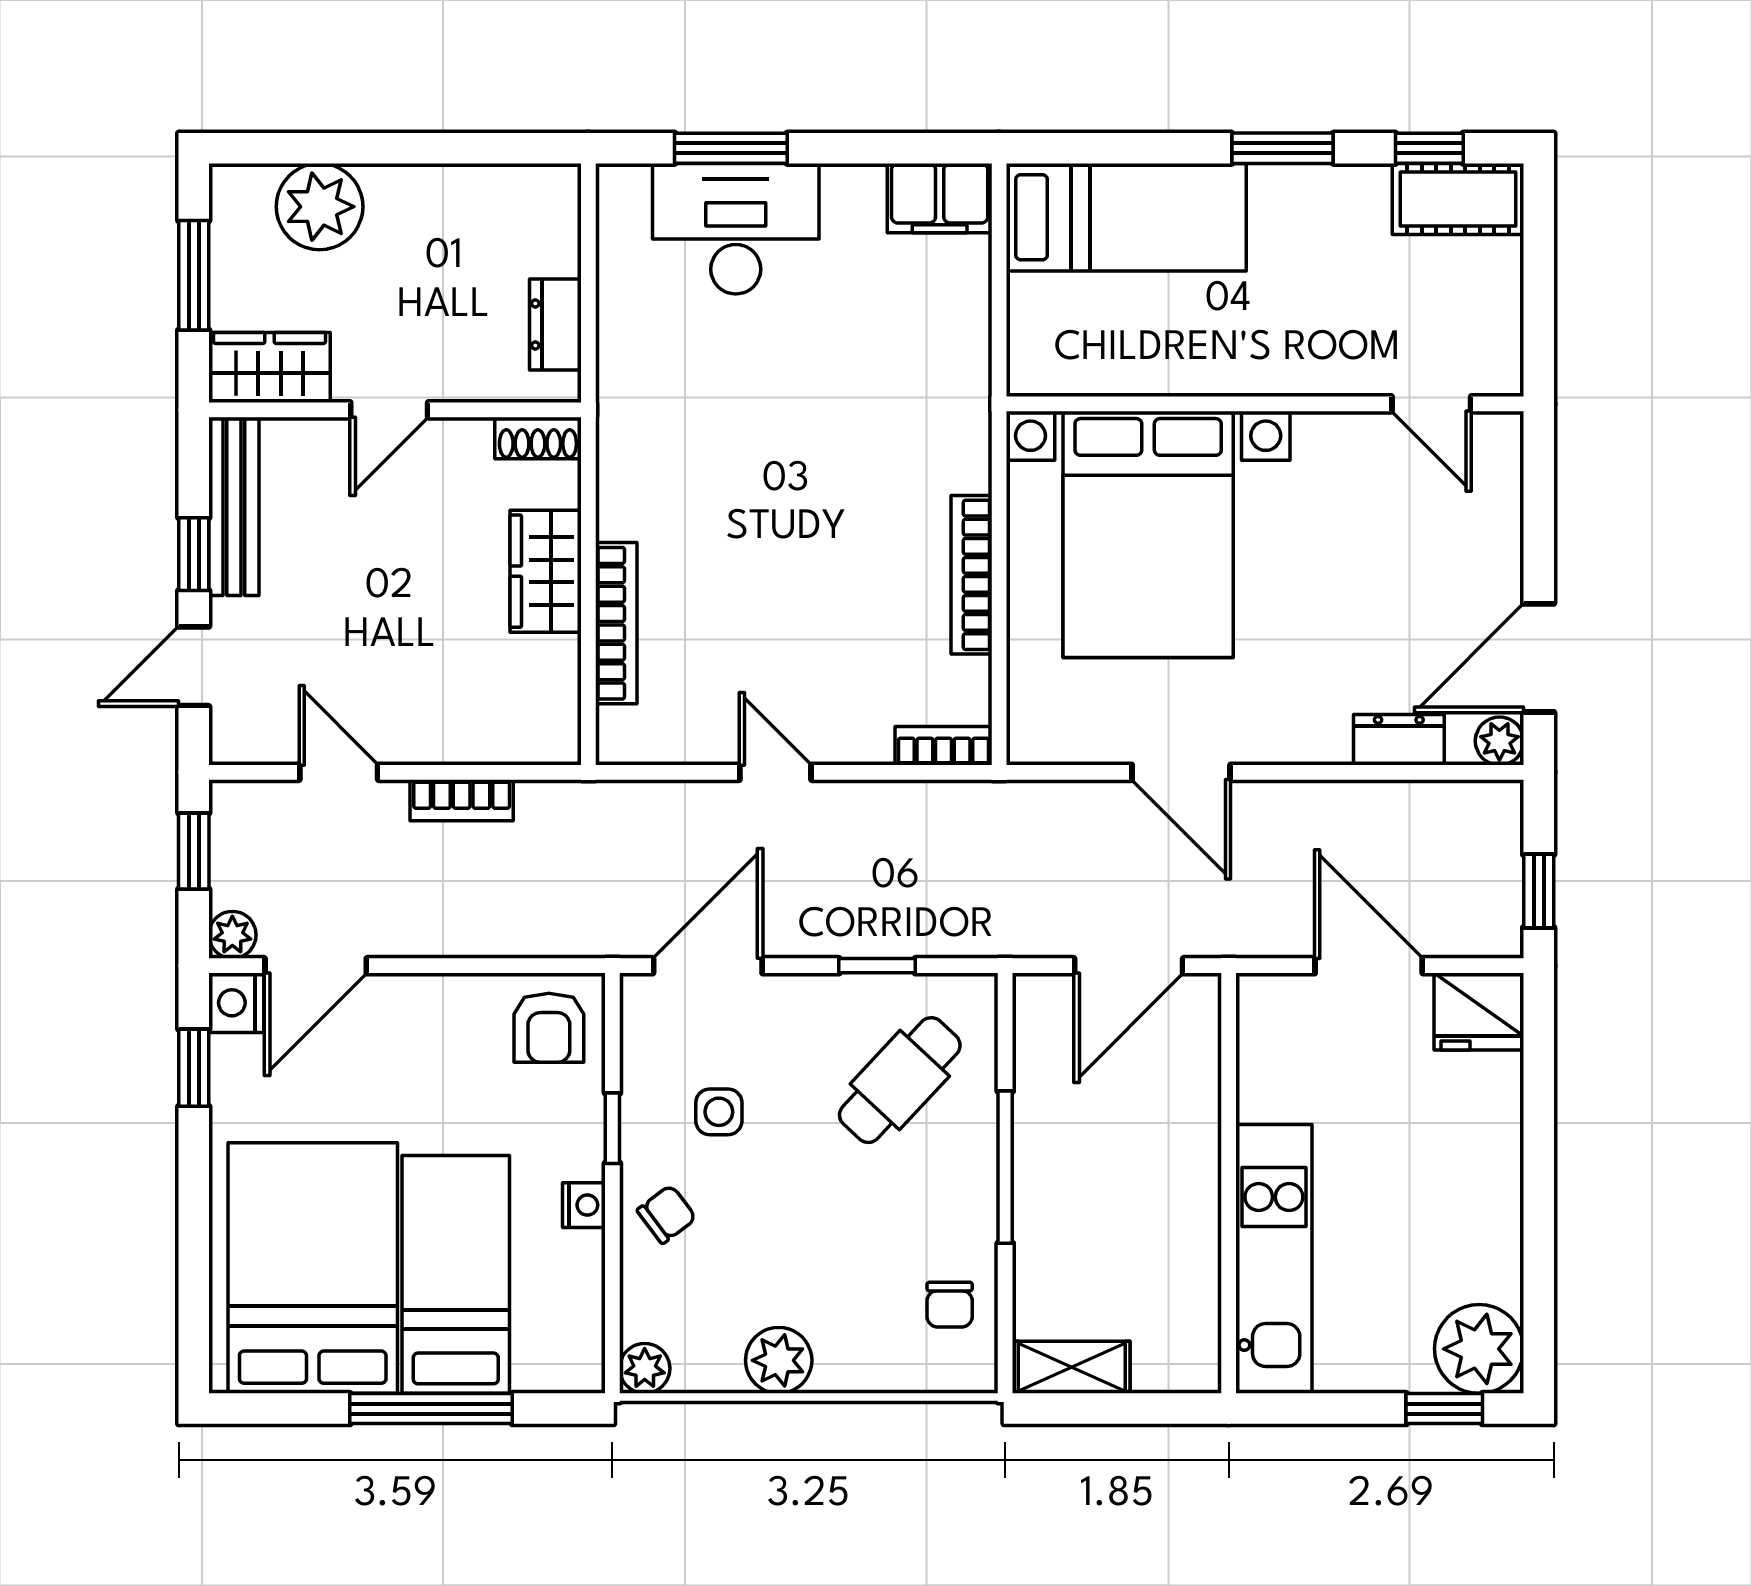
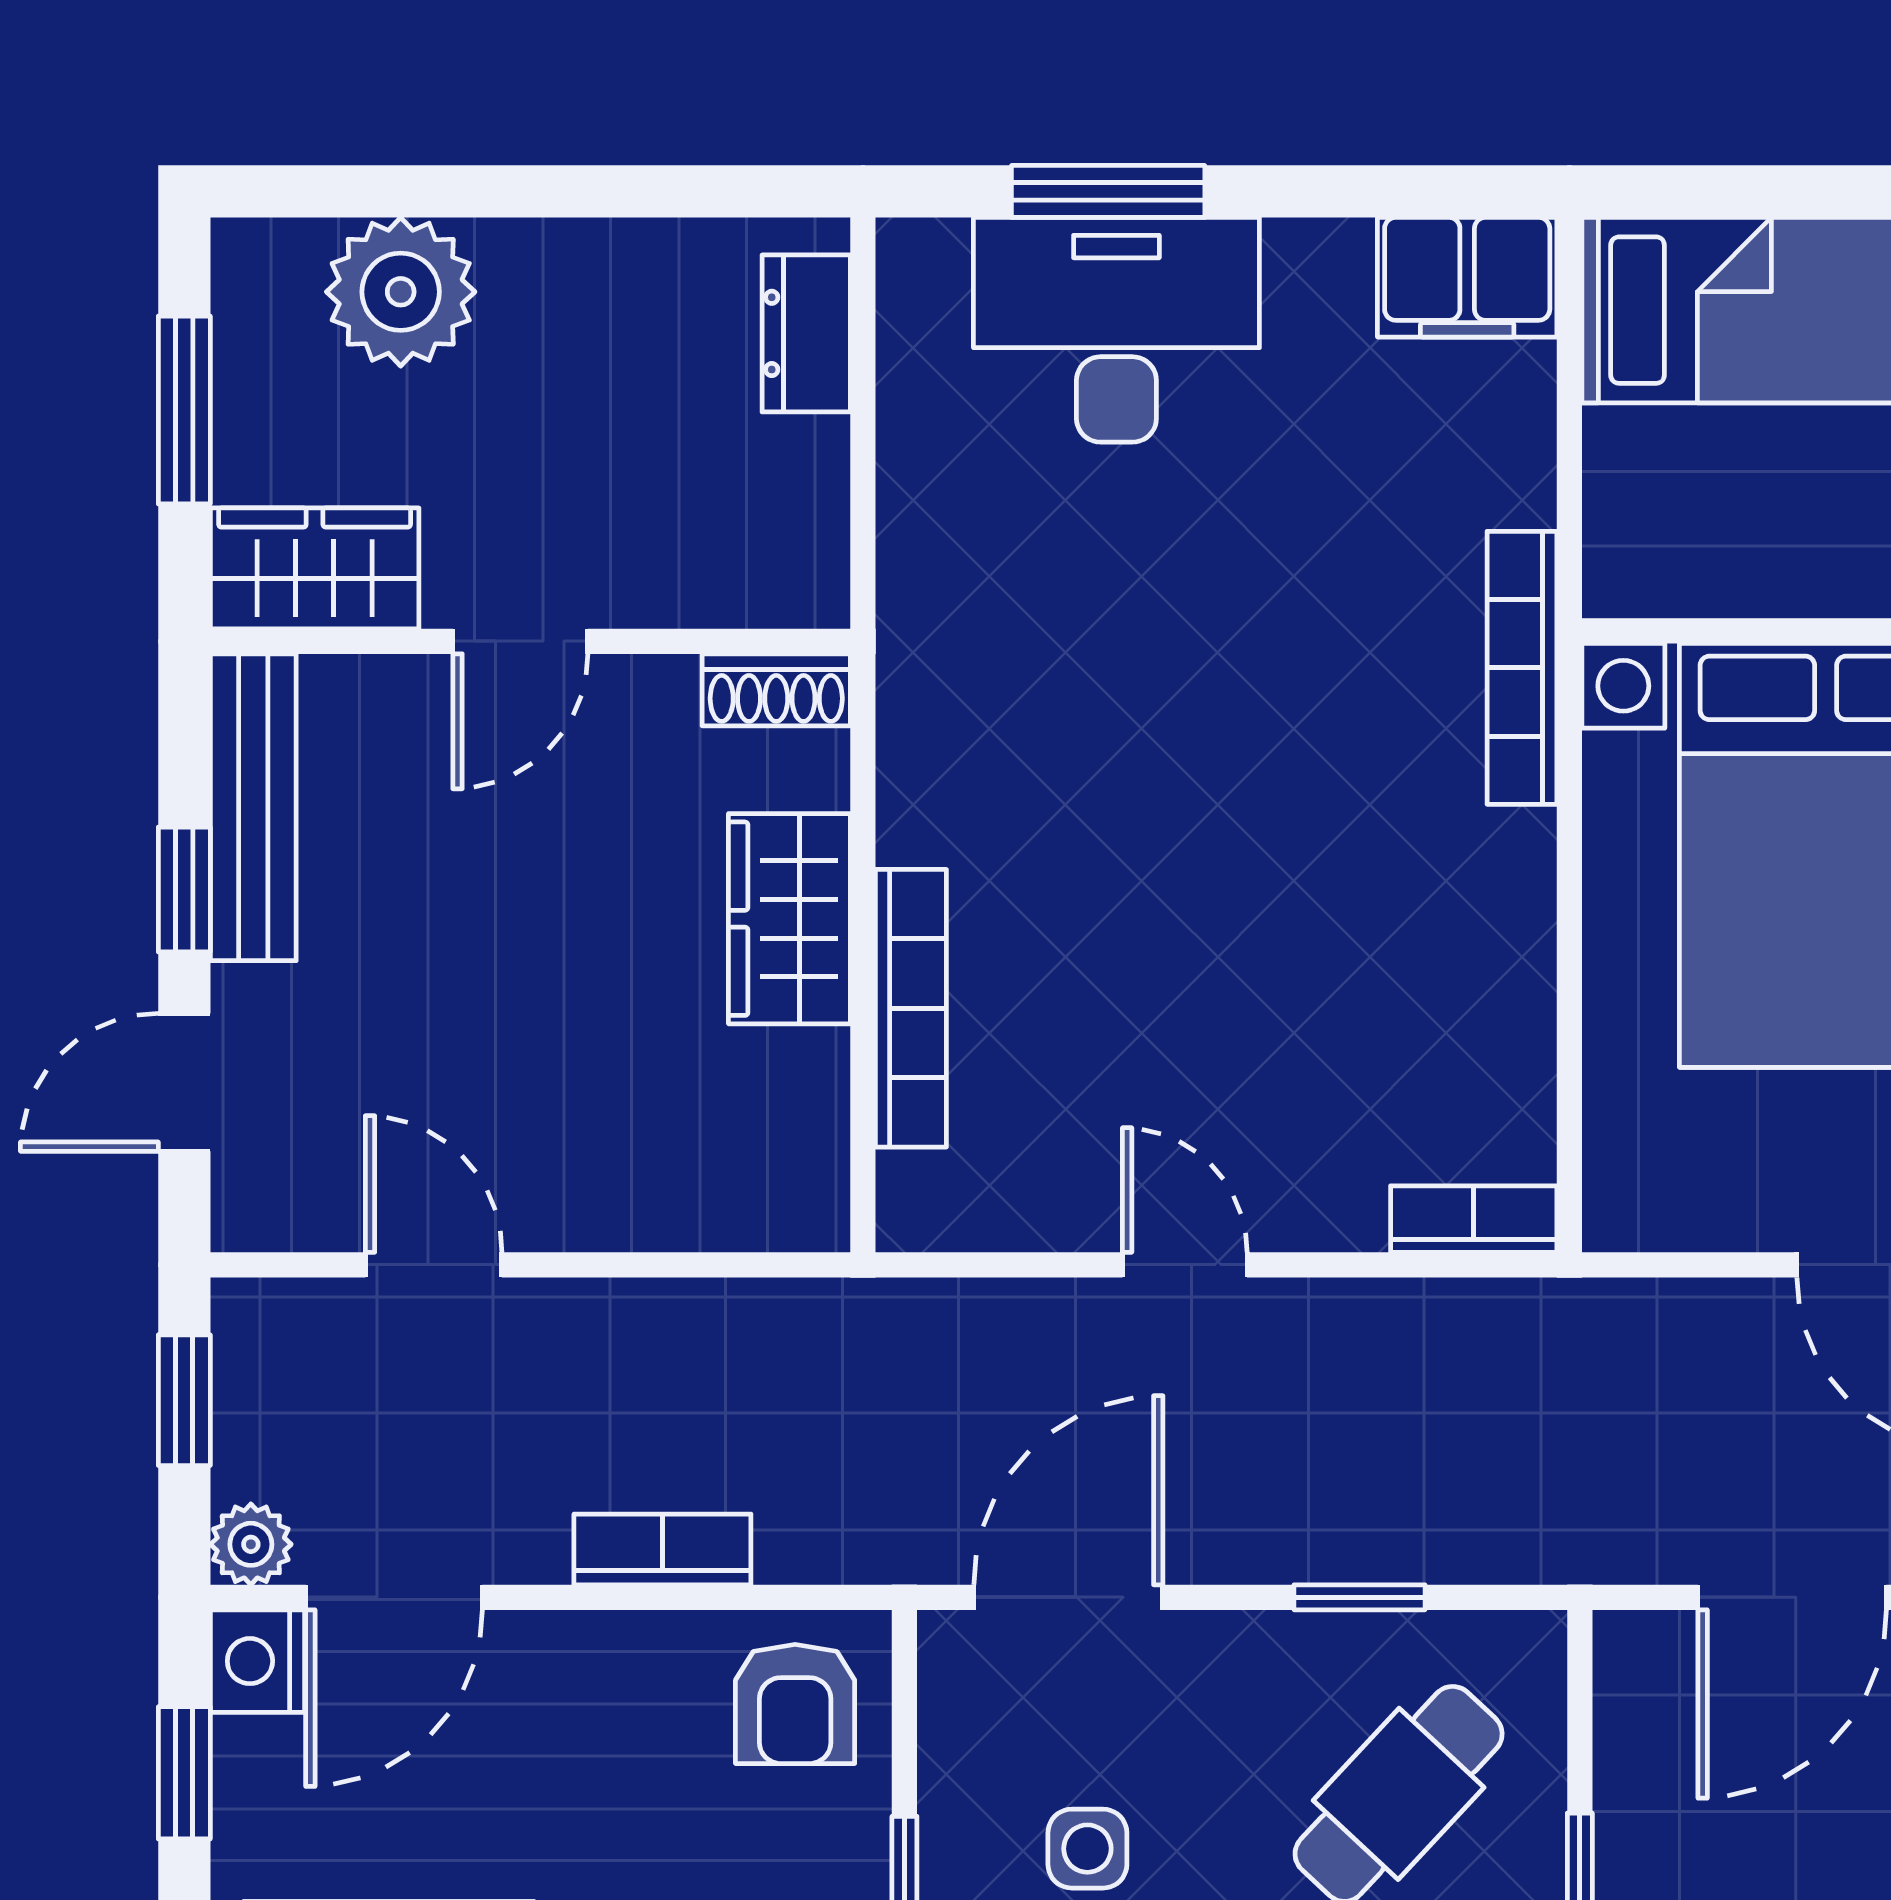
dresser: (555, 325) -> (806, 333), moved
bookcase: (972, 575) -> (1522, 668), moved
bookcase: (462, 800) -> (662, 1549), moved, turned 180

